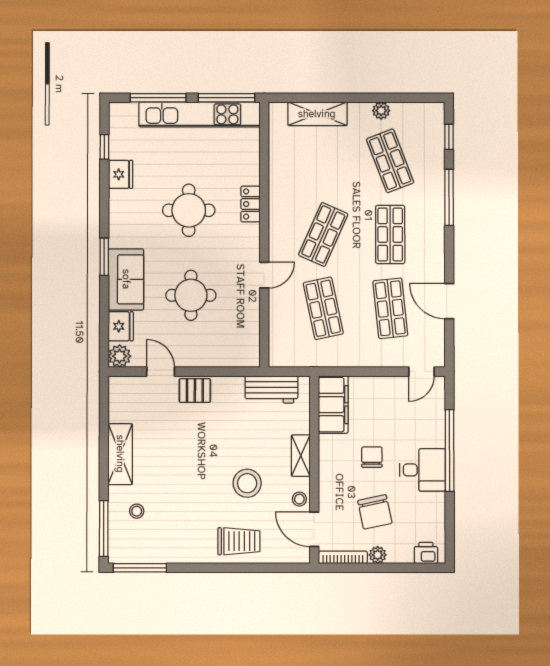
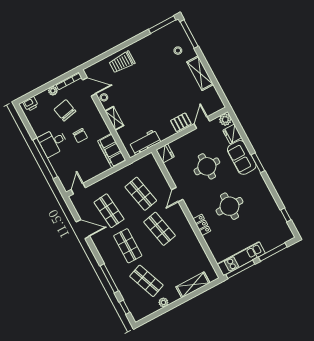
kitchen unit: (199, 114) -> (241, 259), width x0.73
fridge: (121, 174) -> (165, 153), moved, turned 180
shop shelf: (323, 234) -> (160, 229), turned -36
door: (161, 372) -> (202, 123), swing flipped
stool: (247, 483) -> (133, 92), removed

